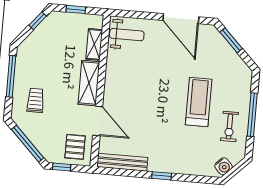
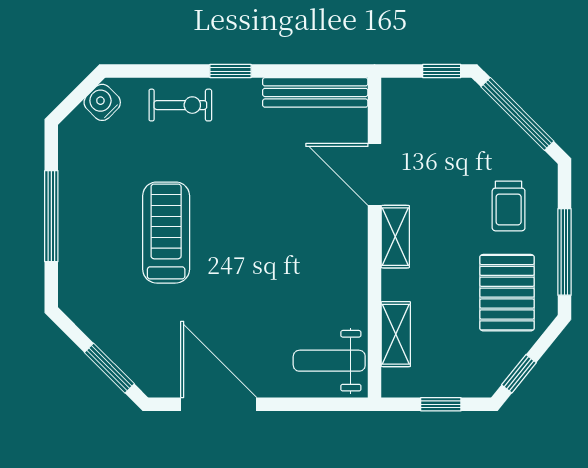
shelving: (89, 83) -> (395, 237), width x0.67, depth x0.75
treadmill: (199, 102) -> (166, 233), turned 180
exercise bike: (229, 127) -> (180, 105), moved, turned 90
pallet: (75, 147) -> (507, 293), moved, width x1.50, depth x1.42

